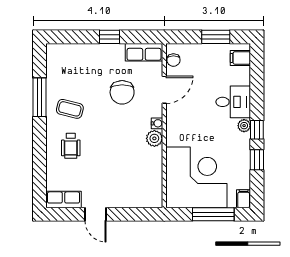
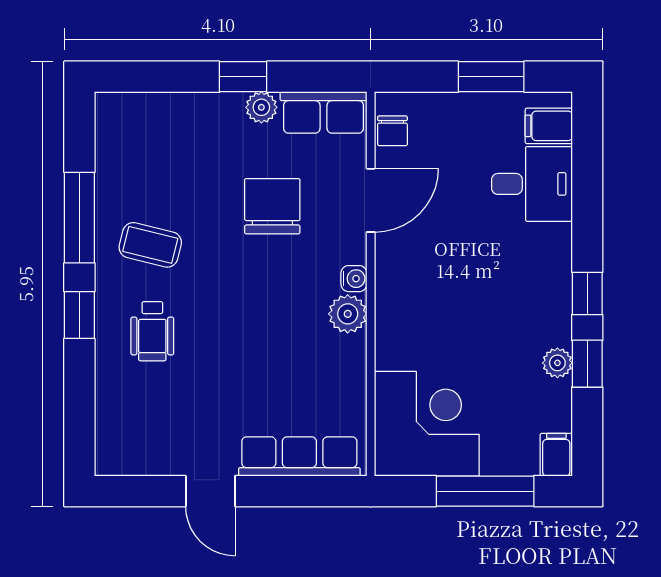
plant: (117, 50) -> (261, 107), added
chair: (122, 92) -> (272, 206), turned 180
desk: (233, 102) -> (532, 184), moved
plant: (244, 126) -> (557, 363), moved
window: (39, 139) -> (79, 315), added
corner desk: (196, 177) -> (427, 424), width x0.74, depth x0.74
row of seats: (63, 199) -> (299, 457), moved, width x1.48

